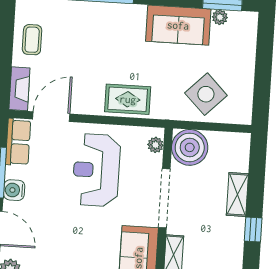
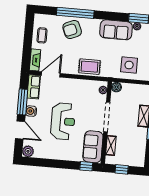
armchair: (91, 26) -> (72, 29), added
side table: (206, 94) -> (129, 65), turned 45
boiler: (190, 147) -> (116, 87), width x0.54, depth x0.54
reception desk: (96, 170) -> (63, 121), moved, turned 180

